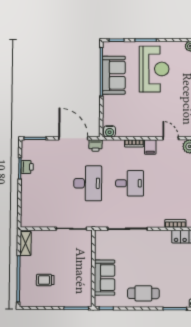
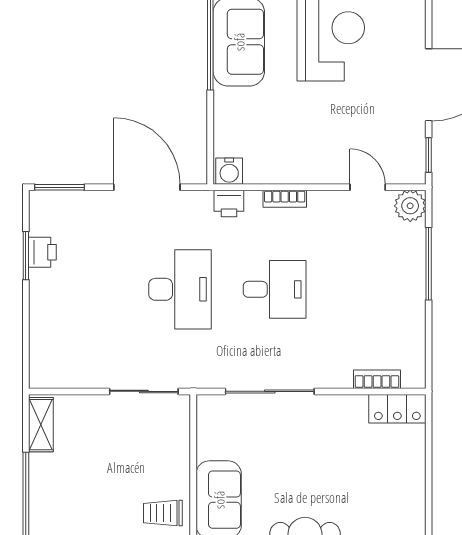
printer: (95, 145) -> (229, 203), moved
filing cabinet: (150, 147) -> (321, 207), removed
trolley: (45, 280) -> (163, 513), moved

